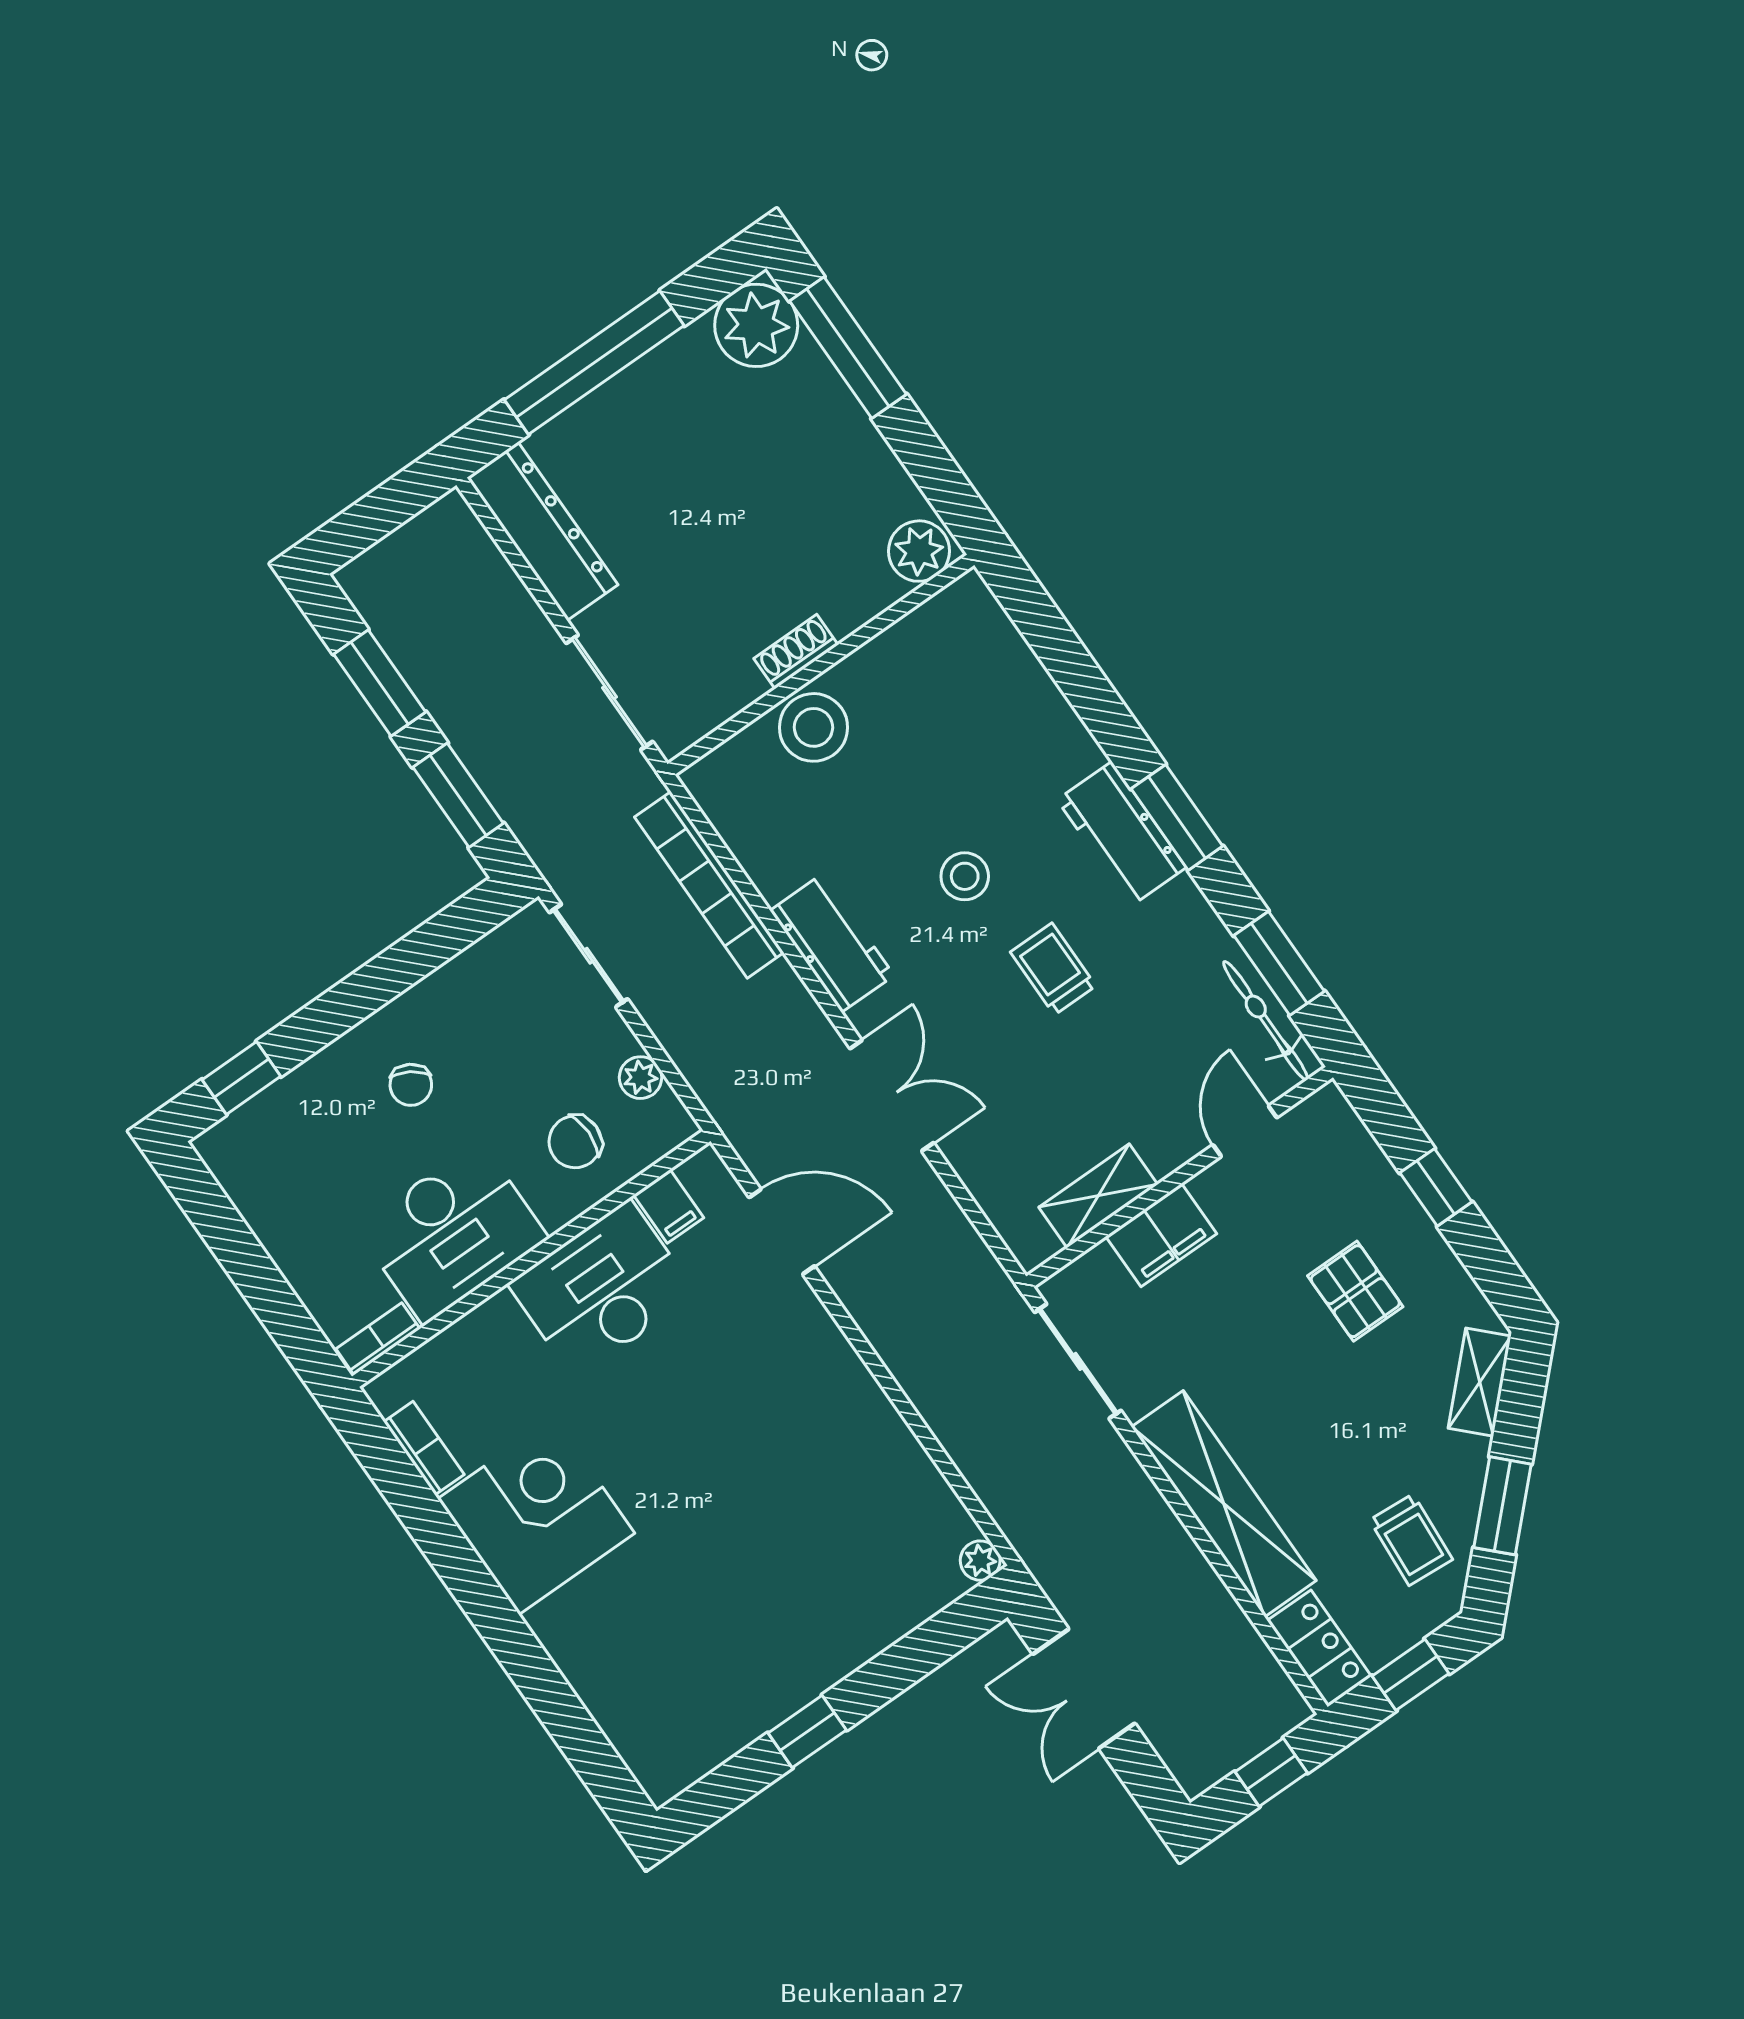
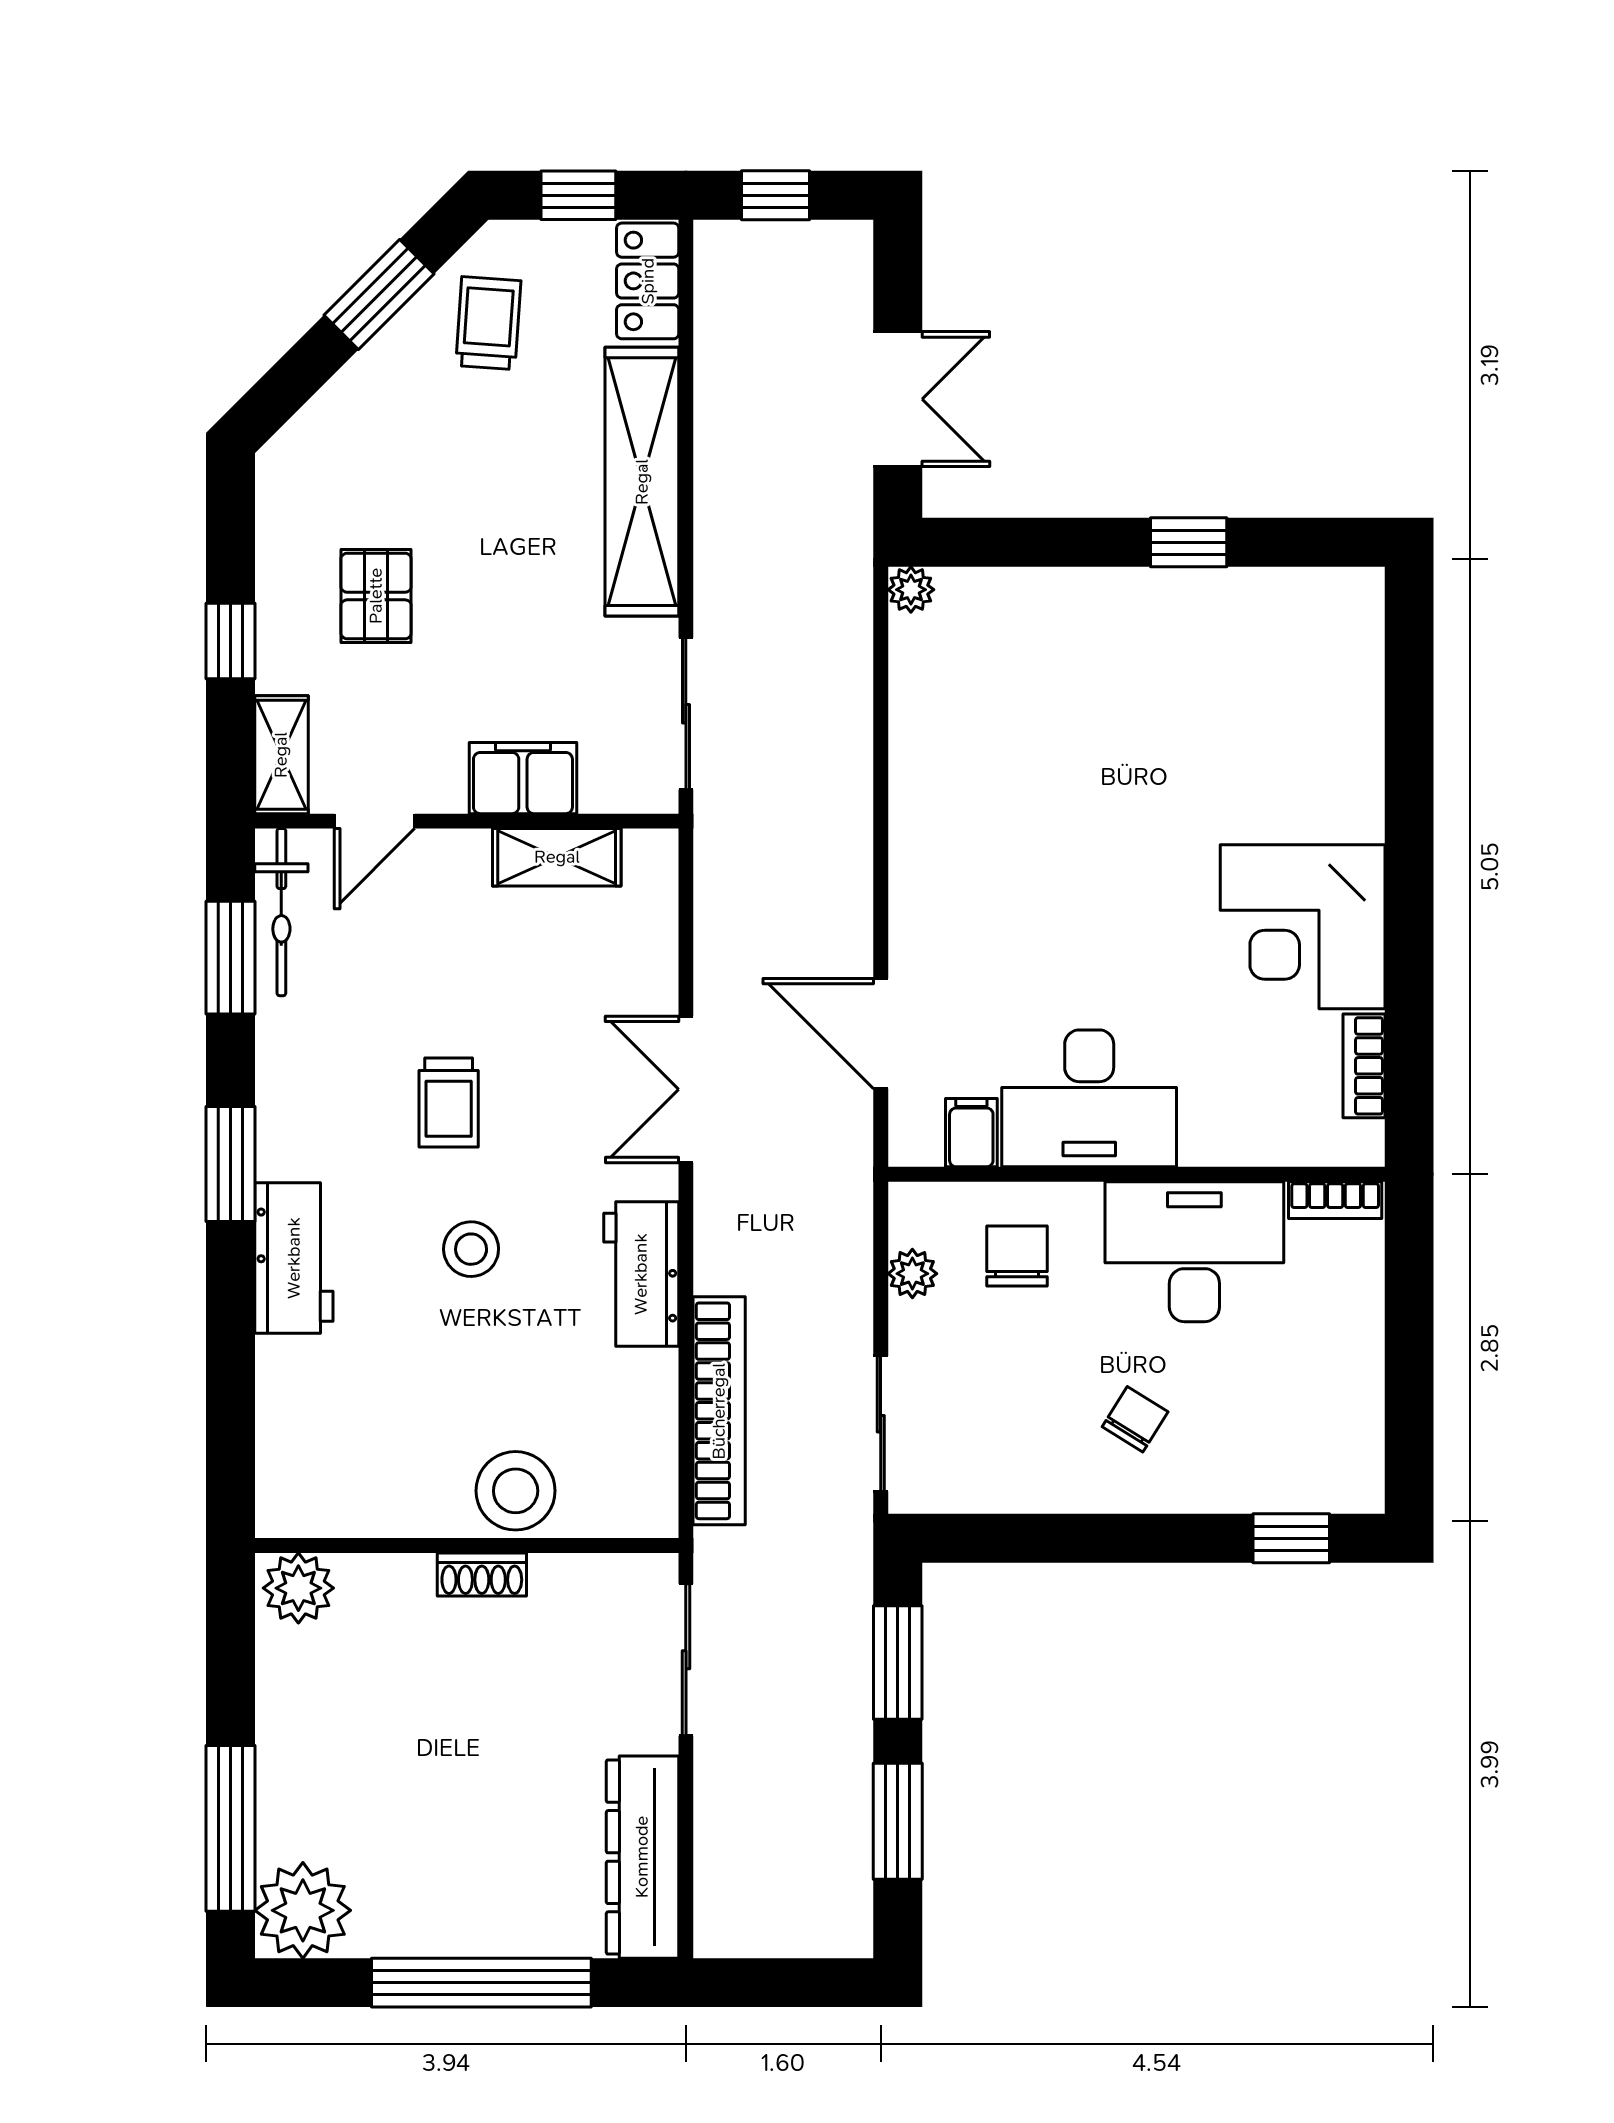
workbench: (1122, 834) -> (294, 1258), moved
chair: (575, 1142) -> (1017, 1256), turned -90
shelving: (1480, 1382) -> (281, 755), moved, turned -45

